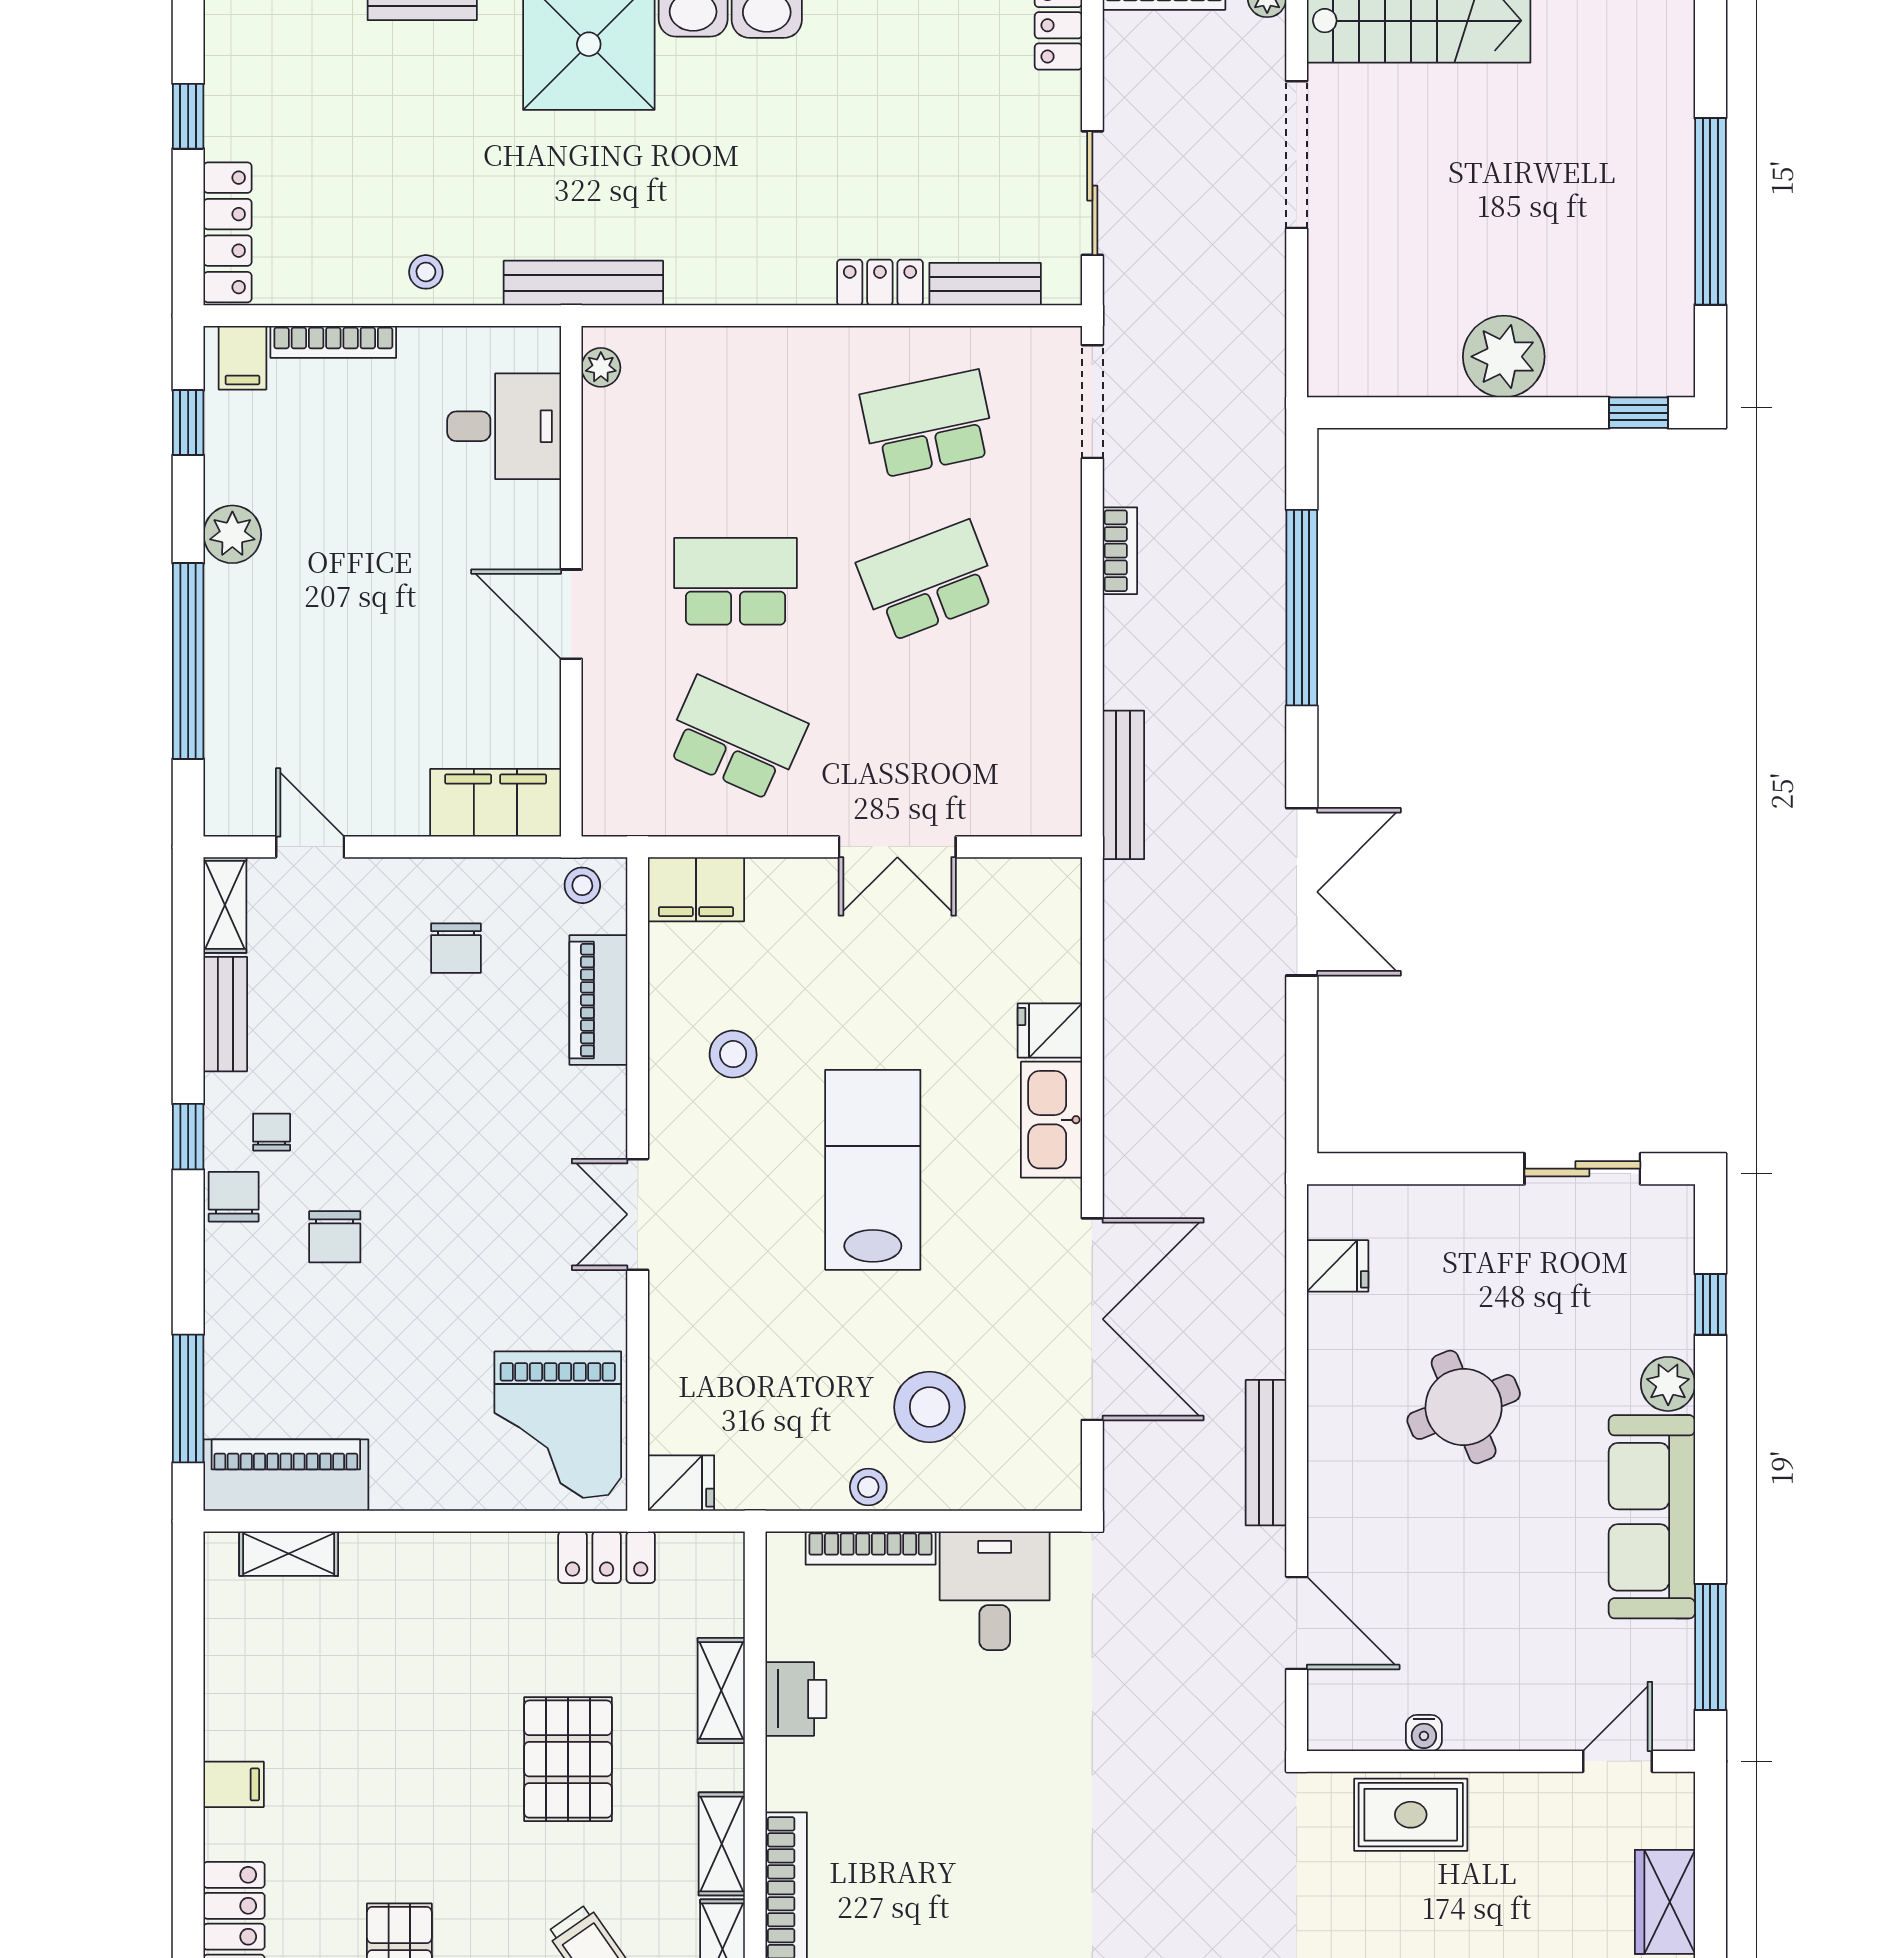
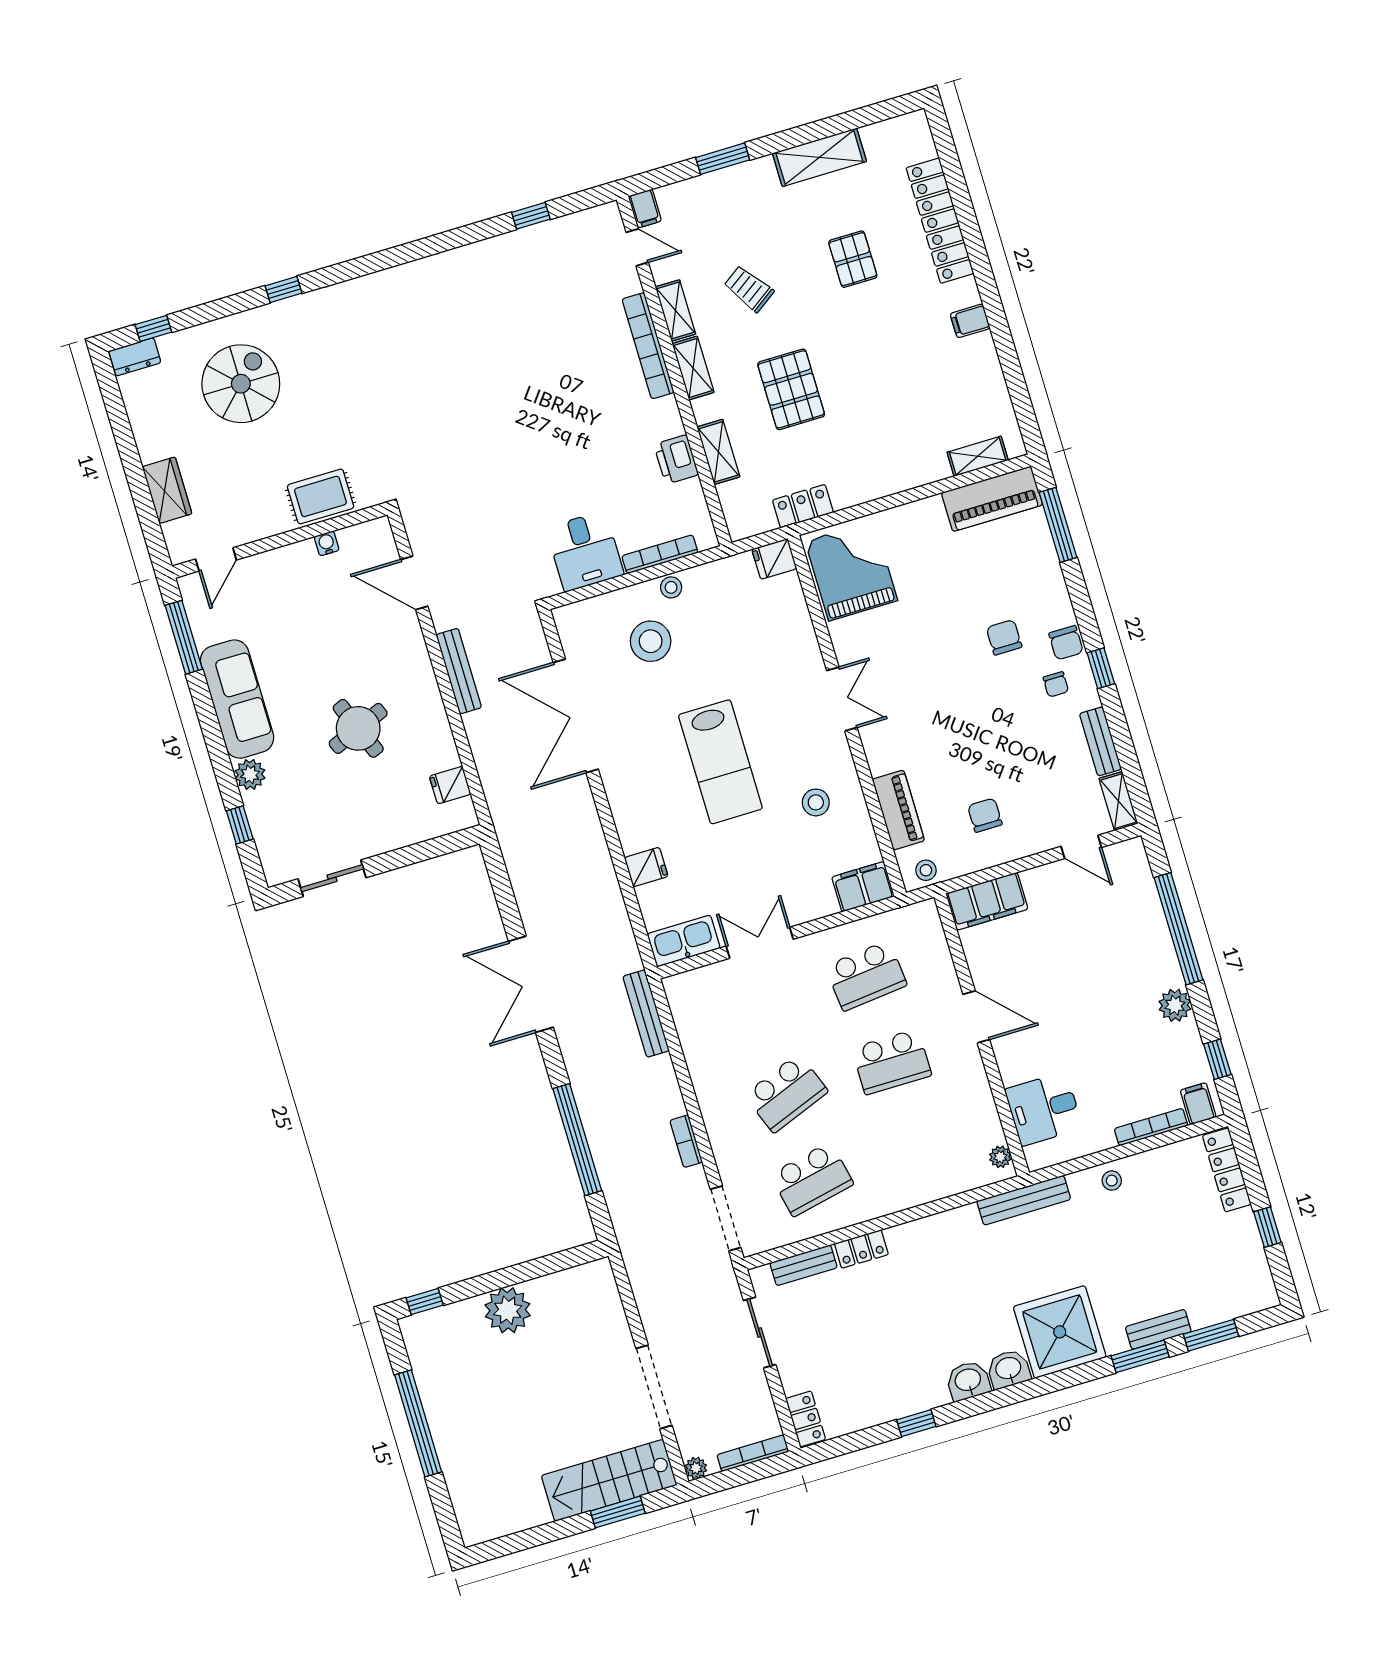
school desk: (736, 738) -> (866, 976), turned -30
kitchen sink: (1051, 1120) -> (684, 941), moved, turned -90

